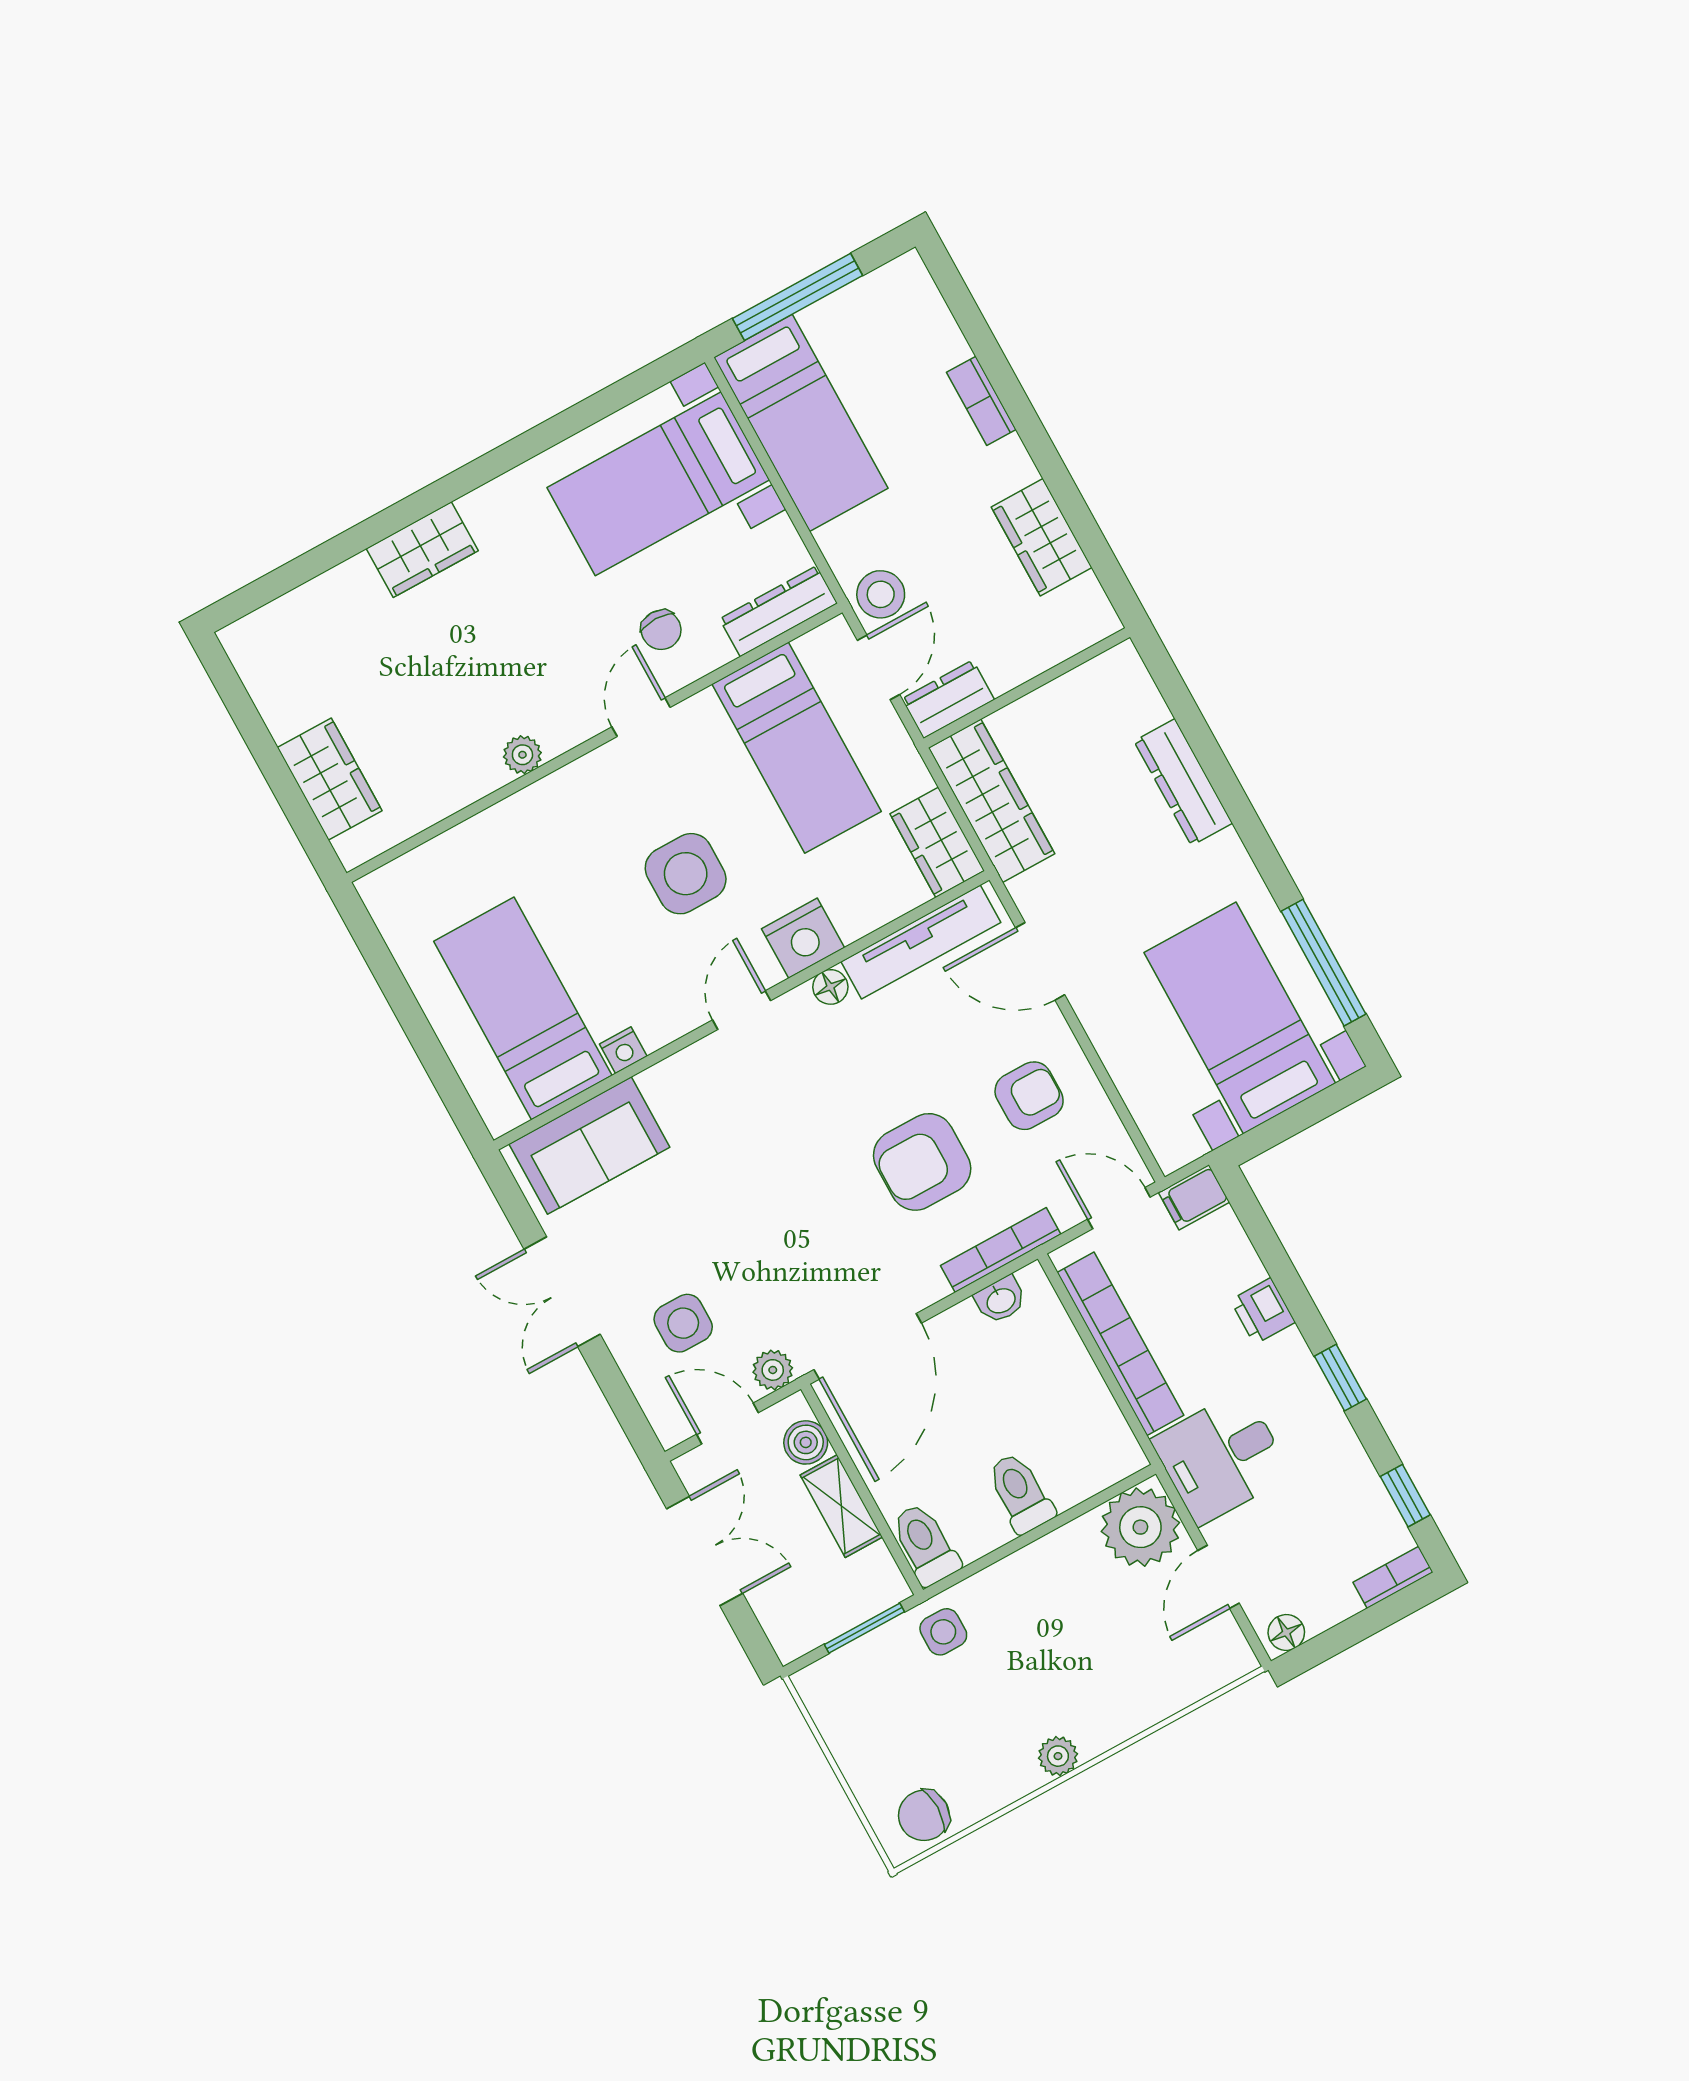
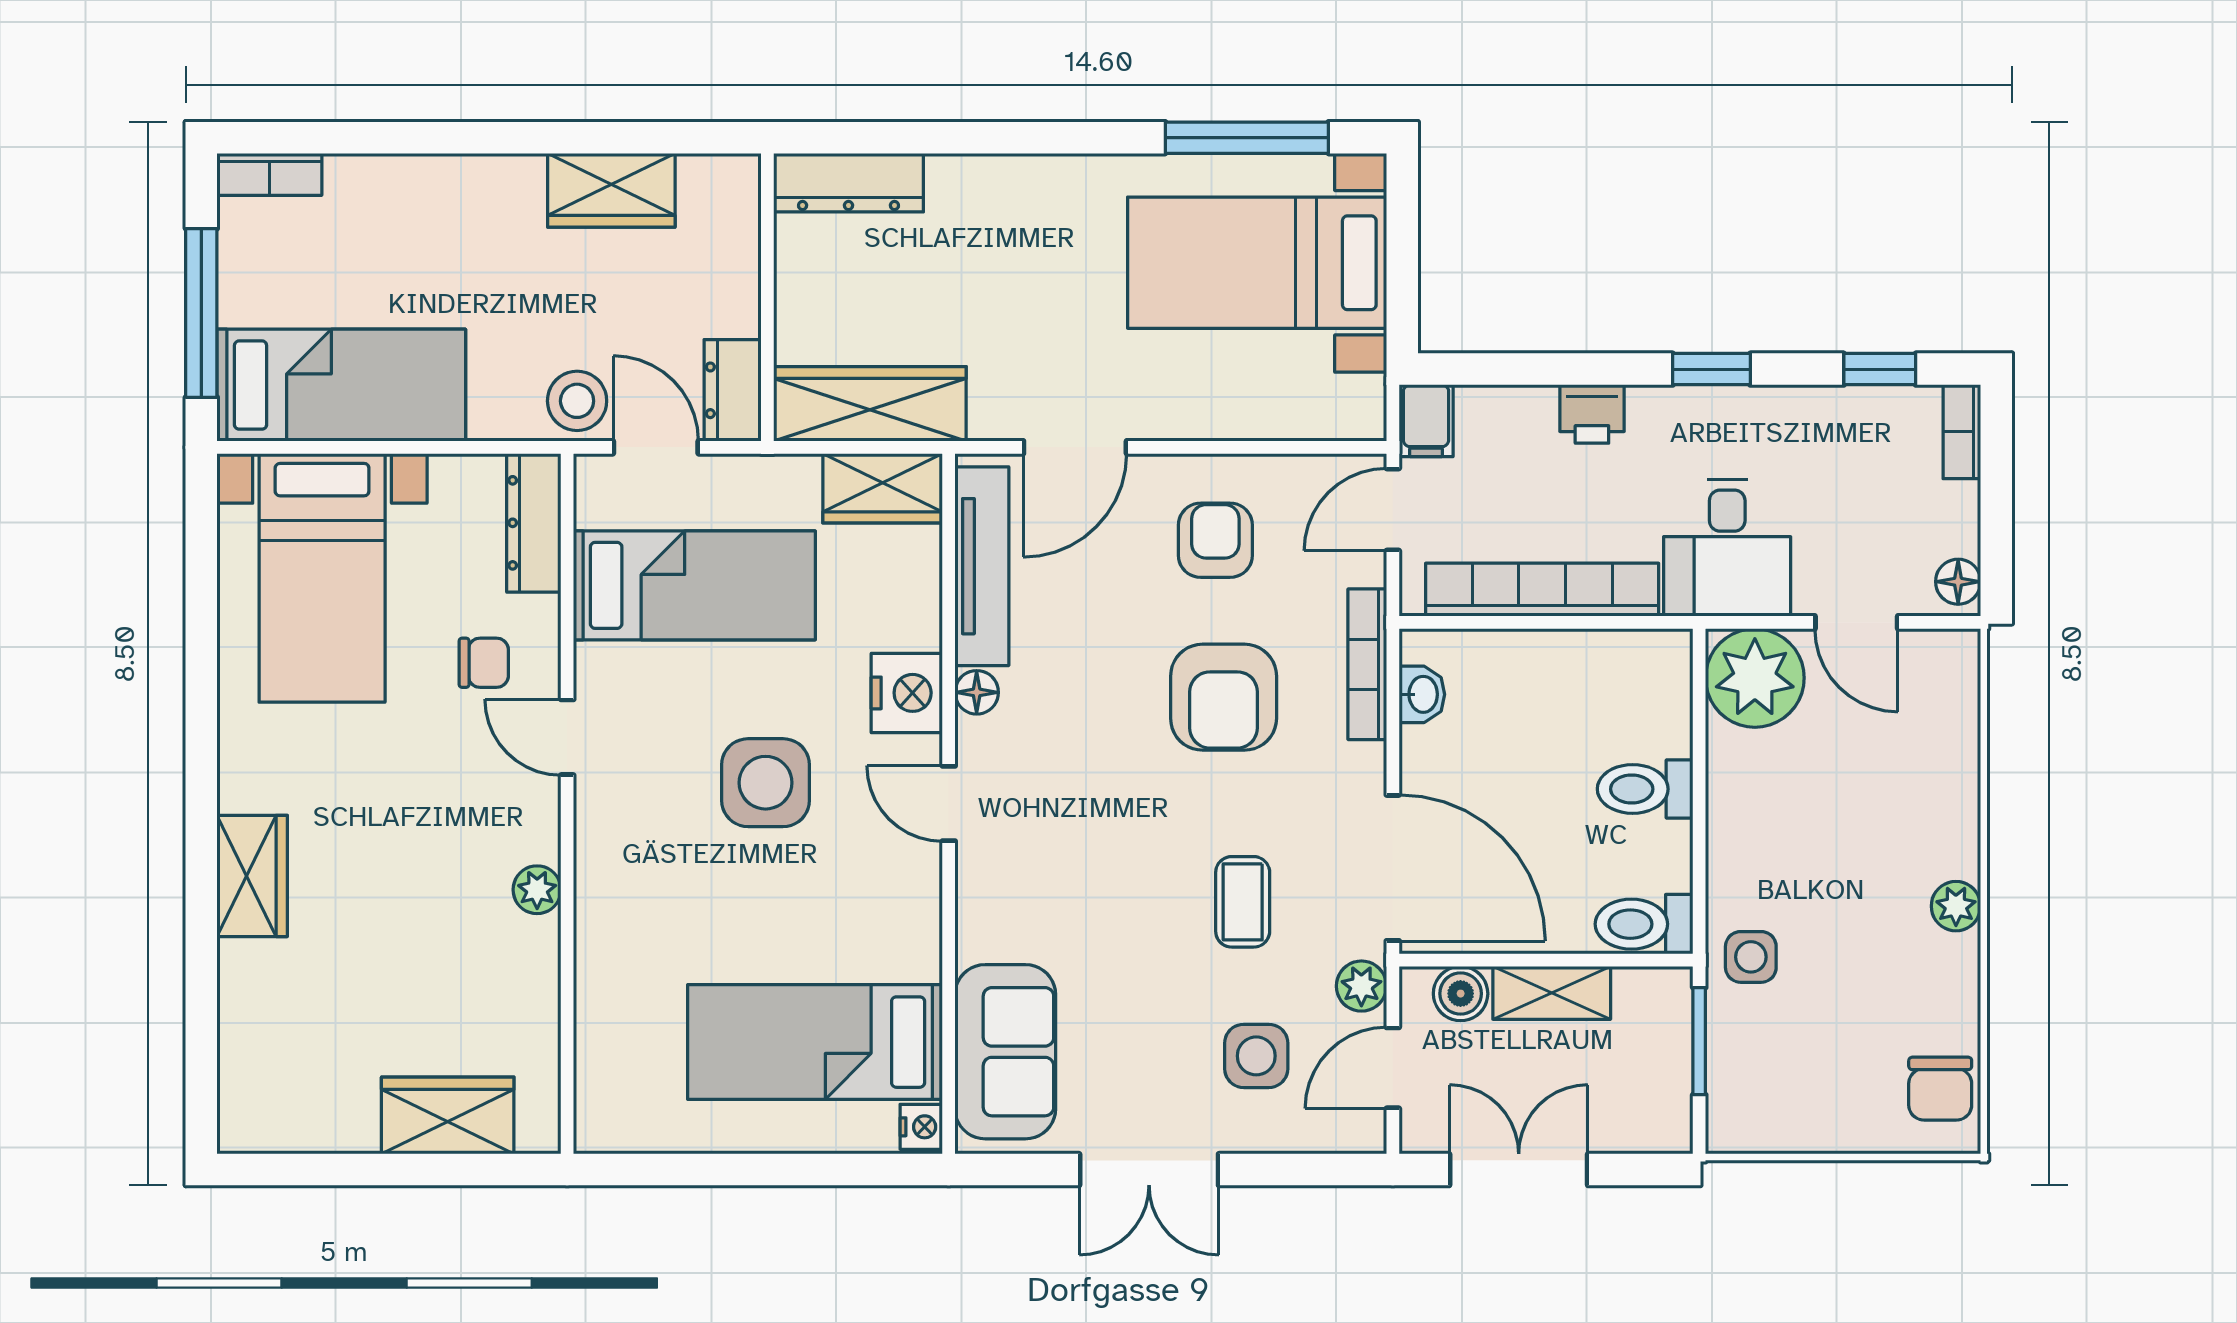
bookcase: (981, 401) -> (269, 174), moved
dresser: (1183, 782) -> (848, 183), moved
nightstand: (623, 1050) -> (921, 1127), moved
coffee table: (786, 1254) -> (1243, 902), added

